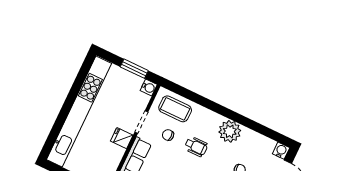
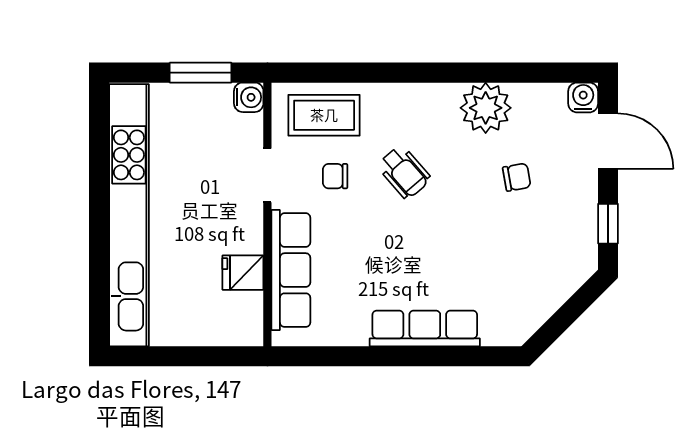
plant: (230, 131) -> (486, 108), moved
fridge: (122, 138) -> (243, 273), moved
wheelchair: (196, 147) -> (404, 172), turned 49

